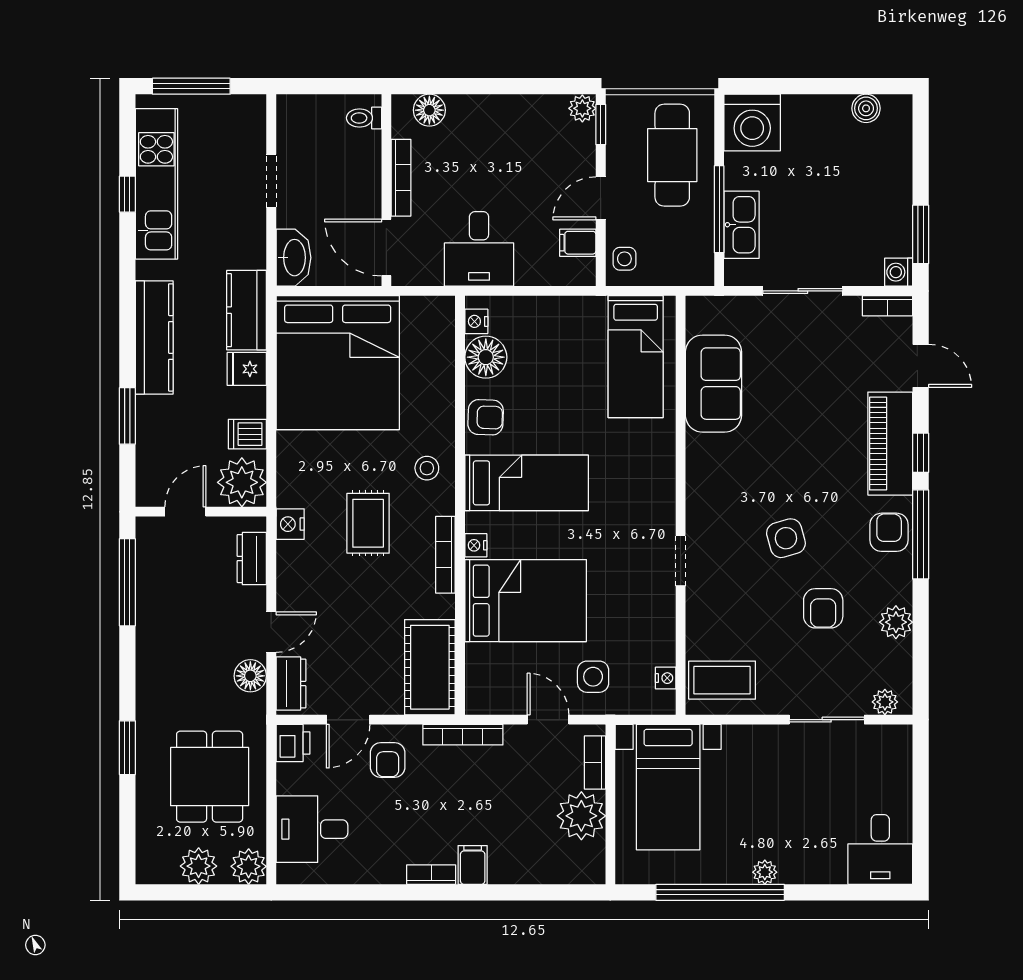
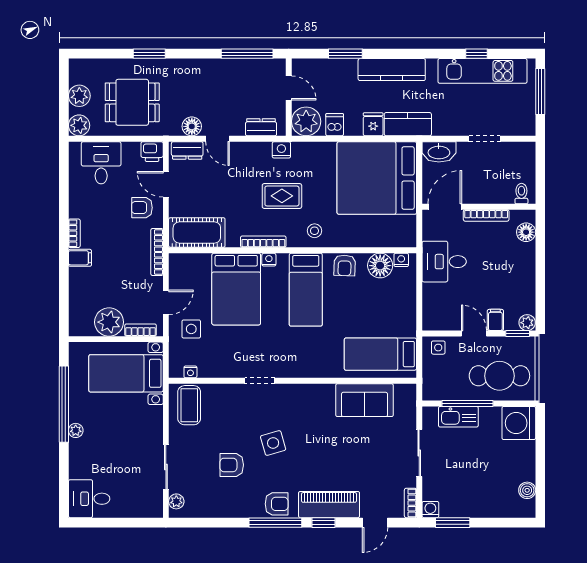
filing cabinet: (578, 243) -> (495, 320), moved
plant: (896, 622) -> (223, 508), removed

